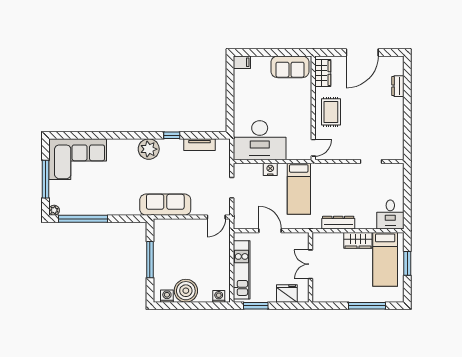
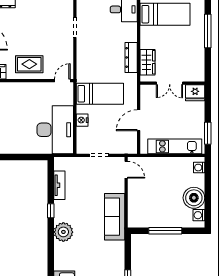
door: (313, 148) -> (62, 81), hinge flipped
wardrobe: (358, 240) -> (148, 62), moved
fridge: (287, 293) -> (195, 93), moved, turned -90

